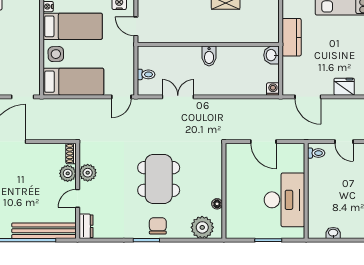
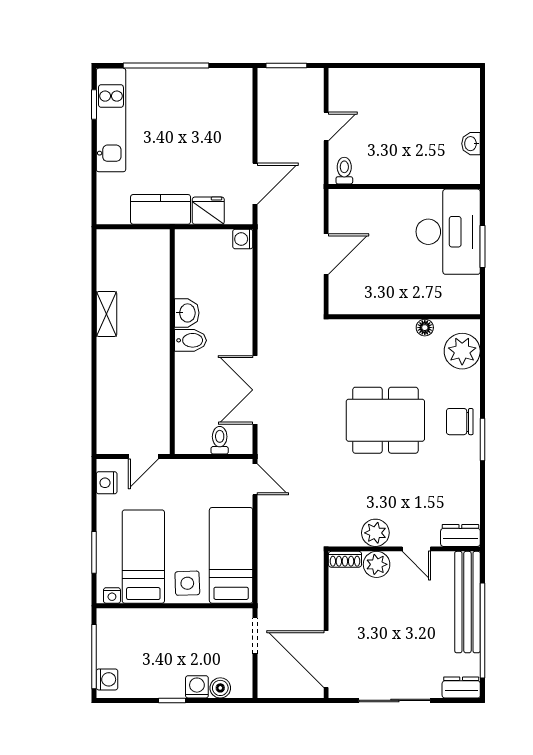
washbasin: (272, 55) -> (187, 313), moved, turned -90
fridge: (344, 87) -> (208, 211), moved, turned 90
double door: (178, 97) -> (255, 390), width x1.37
desk: (284, 200) -> (448, 232), moved, turned 90

